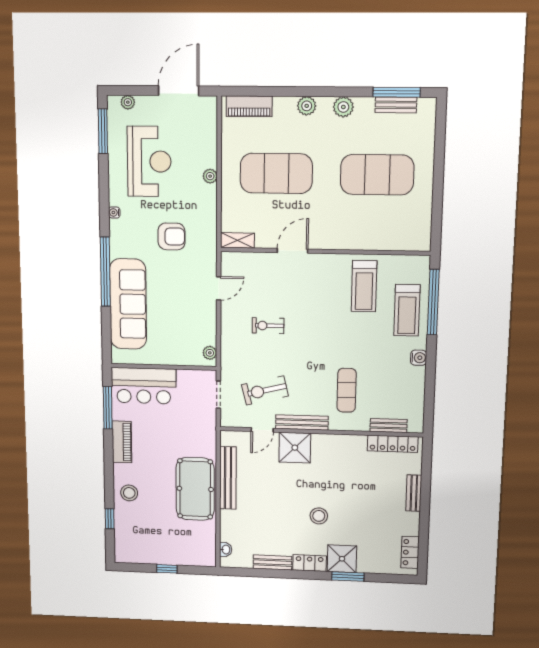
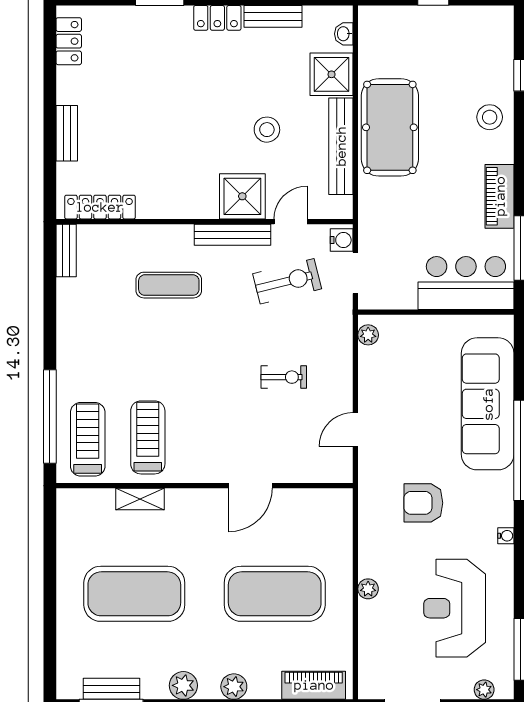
shelving: (237, 240) -> (140, 499), moved
treadmill: (407, 310) -> (88, 439), moved
water cooler: (419, 358) -> (342, 240), moved, turned 180
exercise mat: (347, 390) -> (169, 285), turned 90
bench: (389, 426) -> (66, 250), moved, turned 90
stool: (319, 516) -> (267, 130), moved
shower: (342, 559) -> (332, 74), moved

